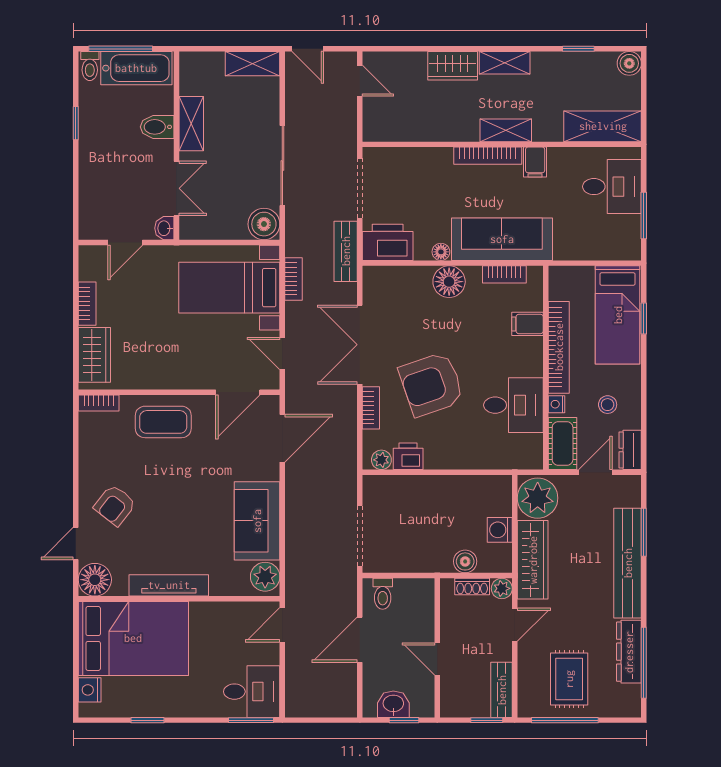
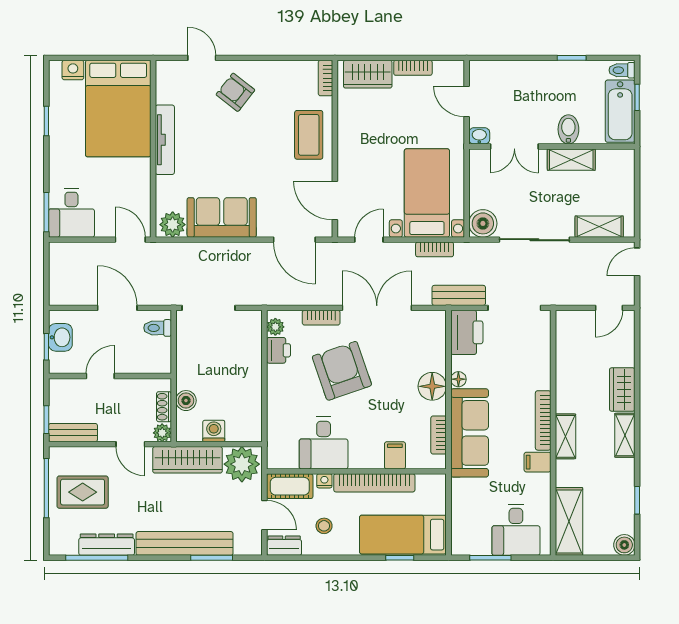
window: (121, 49) -> (637, 97), width x0.46
shelving: (253, 64) -> (599, 227), moved, turned 90
floor lamp: (95, 580) -> (170, 75), removed

